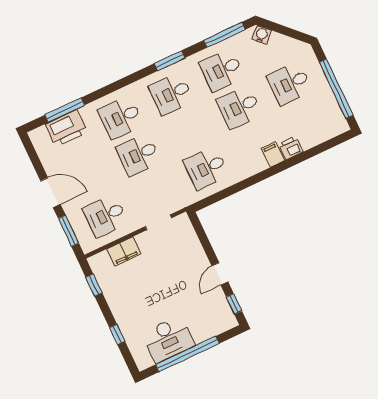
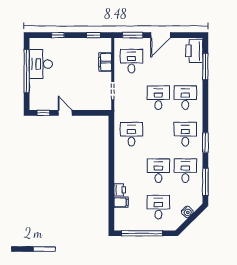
water cooler: (262, 35) -> (187, 212), moved
printer: (66, 128) -> (194, 51), moved
filing cabinet: (273, 154) -> (121, 202), moved

